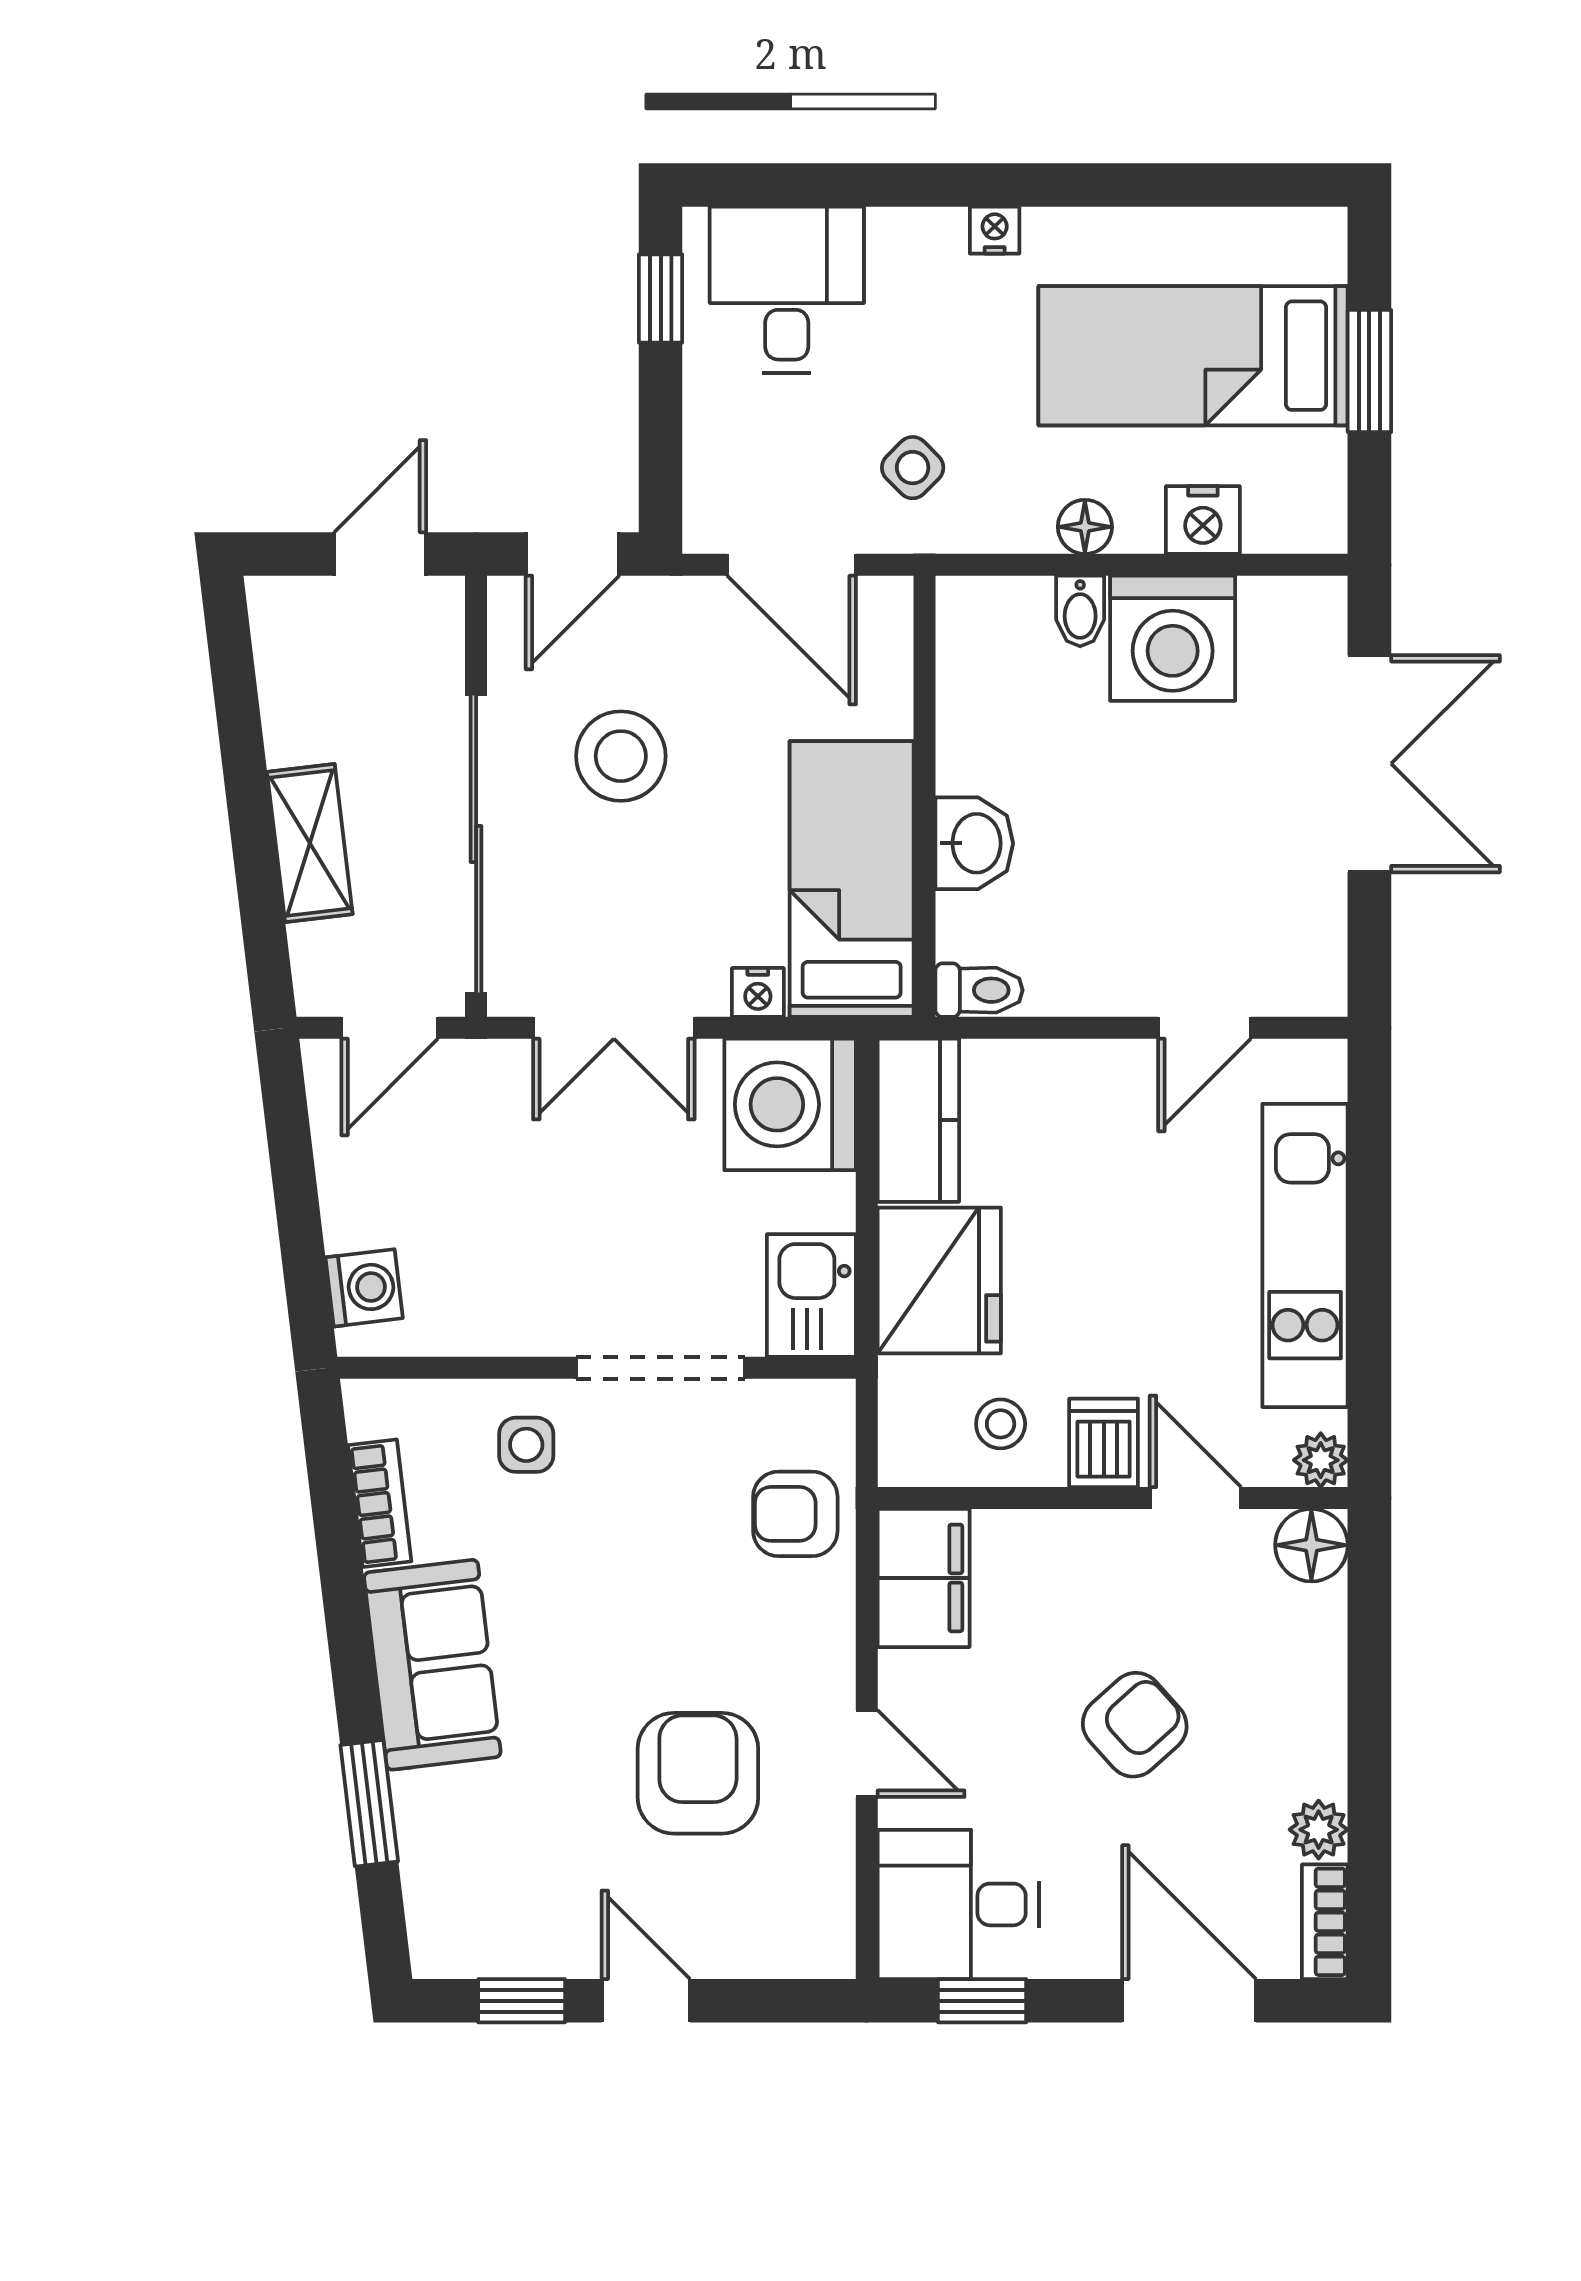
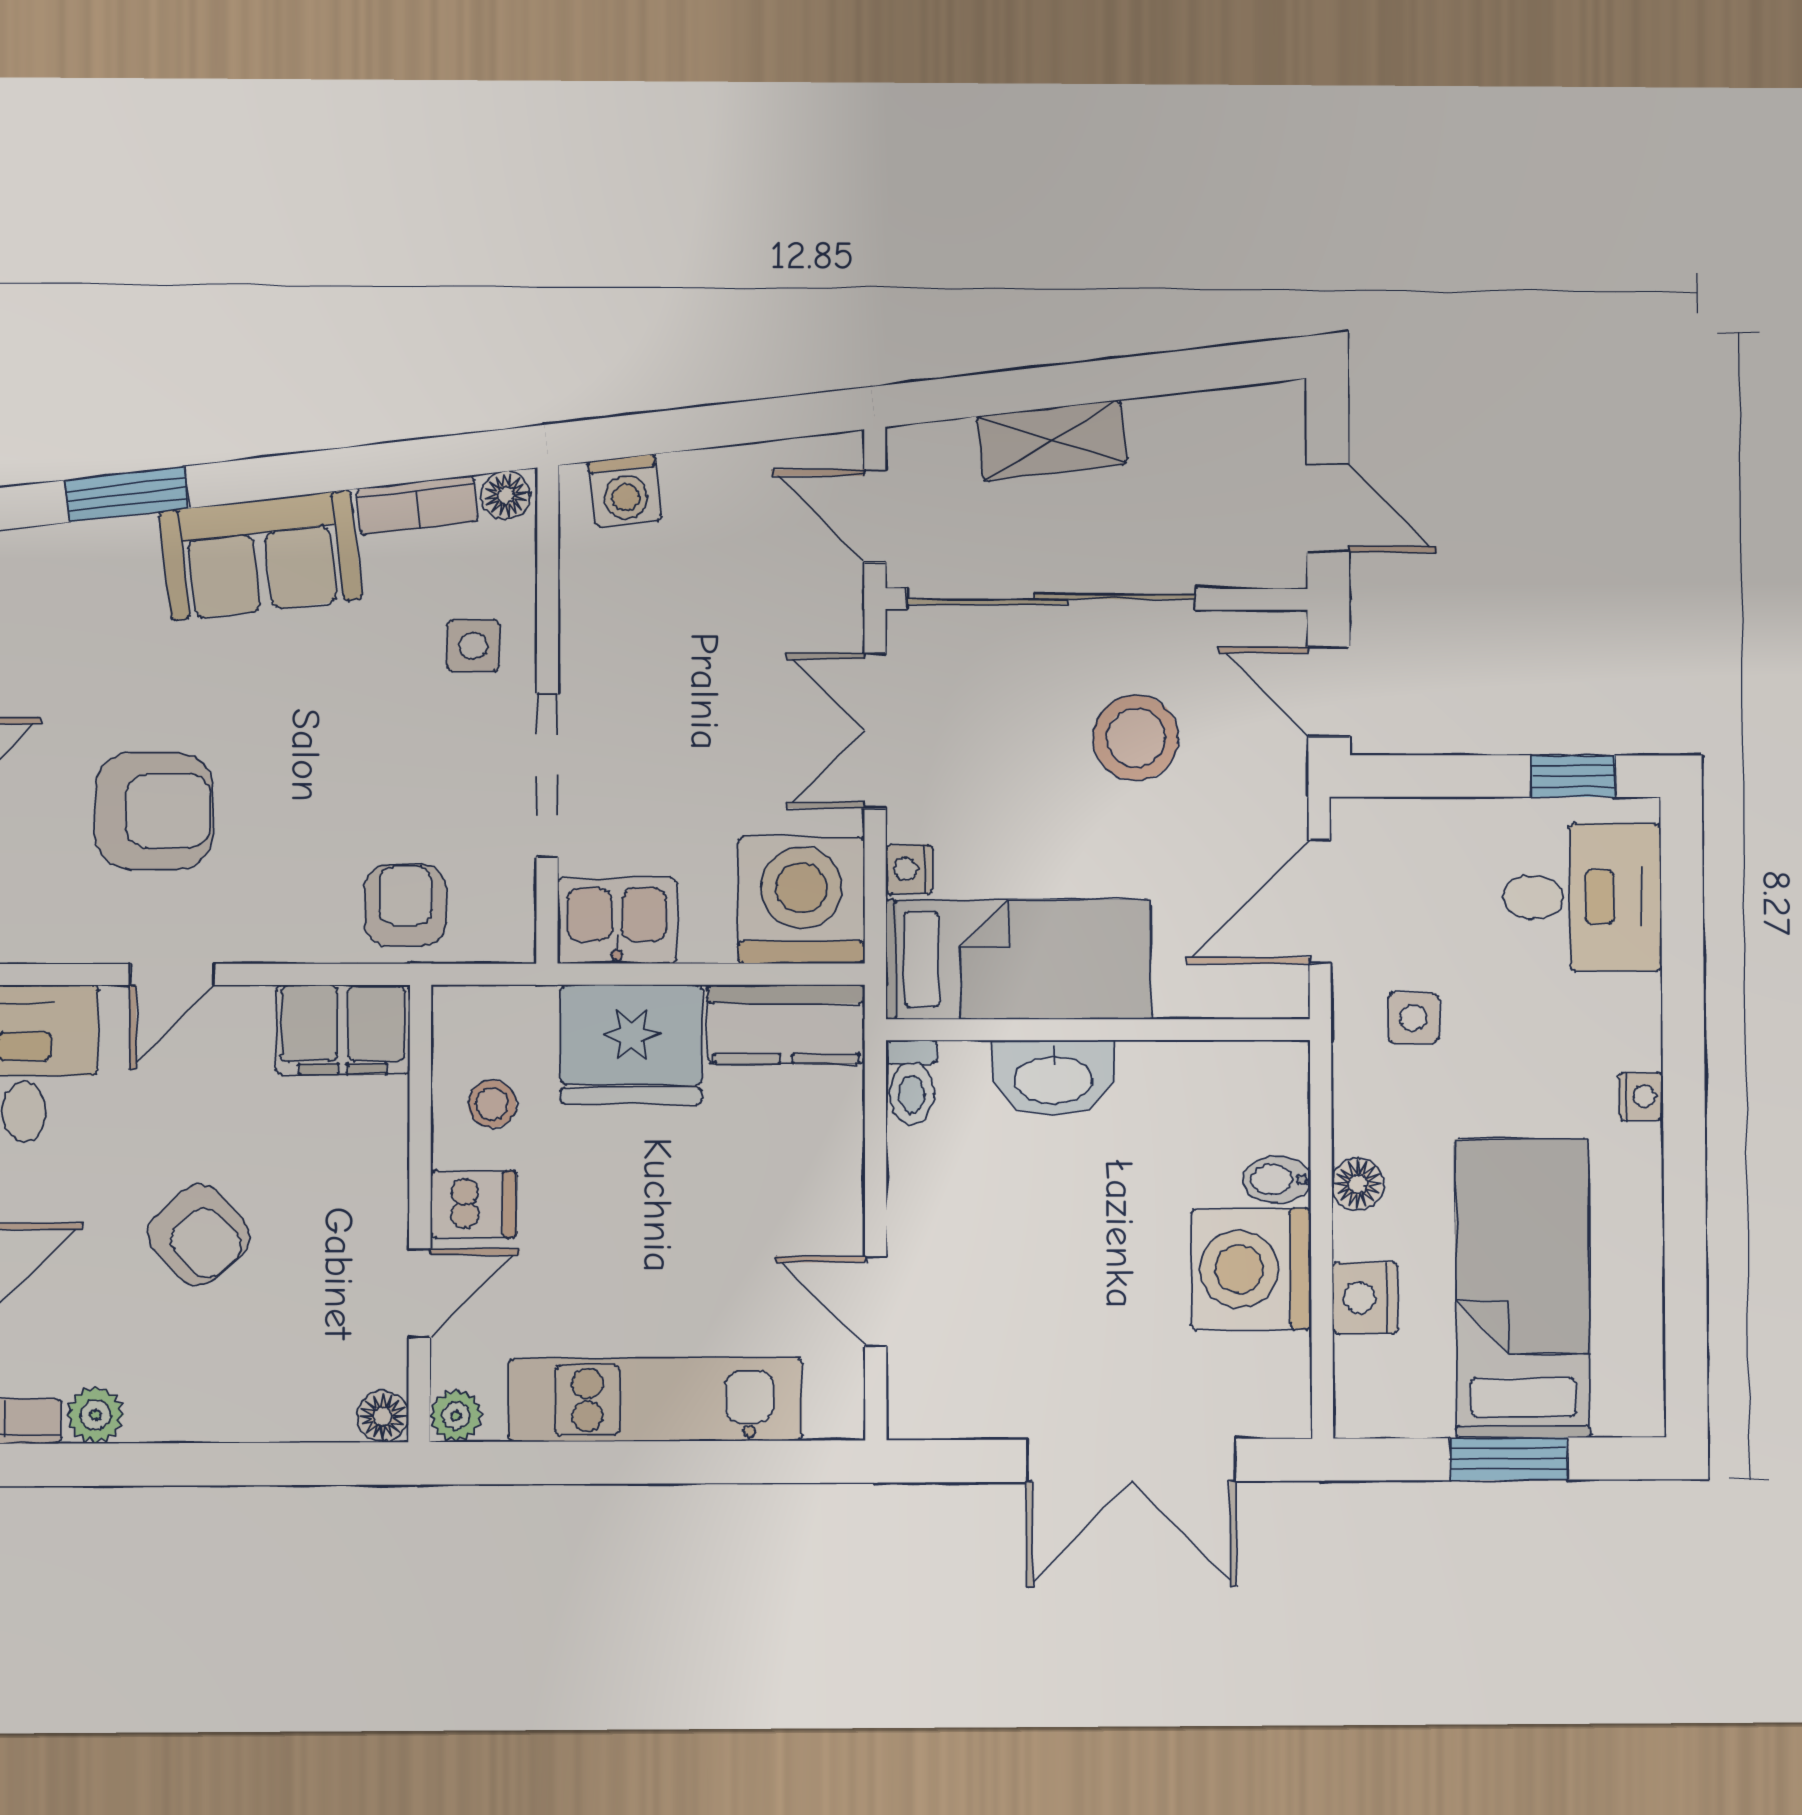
side table: (913, 468) -> (1413, 1018), turned 45
washbasin: (974, 843) -> (1053, 1078), width x1.38
floor lamp: (369, 1411) -> (506, 495), added
floor lamp: (1311, 1545) -> (383, 1416), width x0.73, depth x0.73

